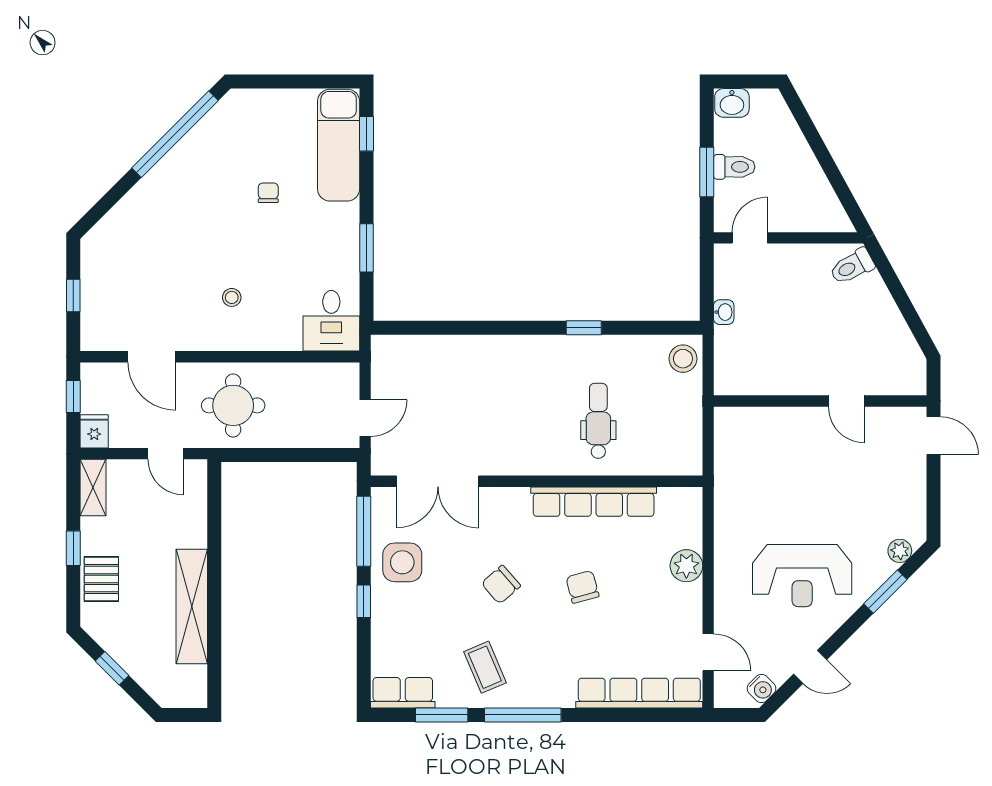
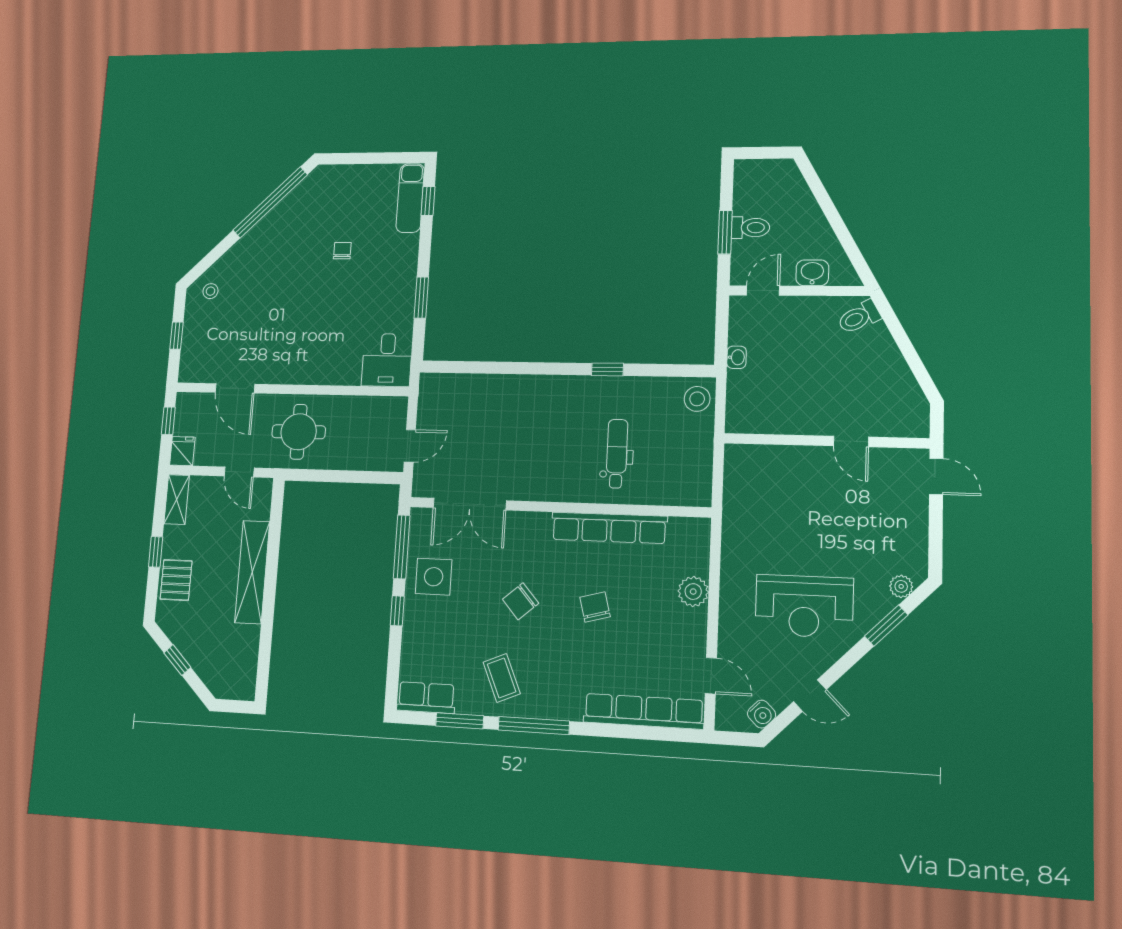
washbasin: (732, 103) -> (812, 273), moved, turned 180
exam couch: (339, 145) -> (410, 198), width x0.73, depth x0.69
stool: (232, 297) -> (210, 291), moved
shelving: (192, 607) -> (252, 572), moved

